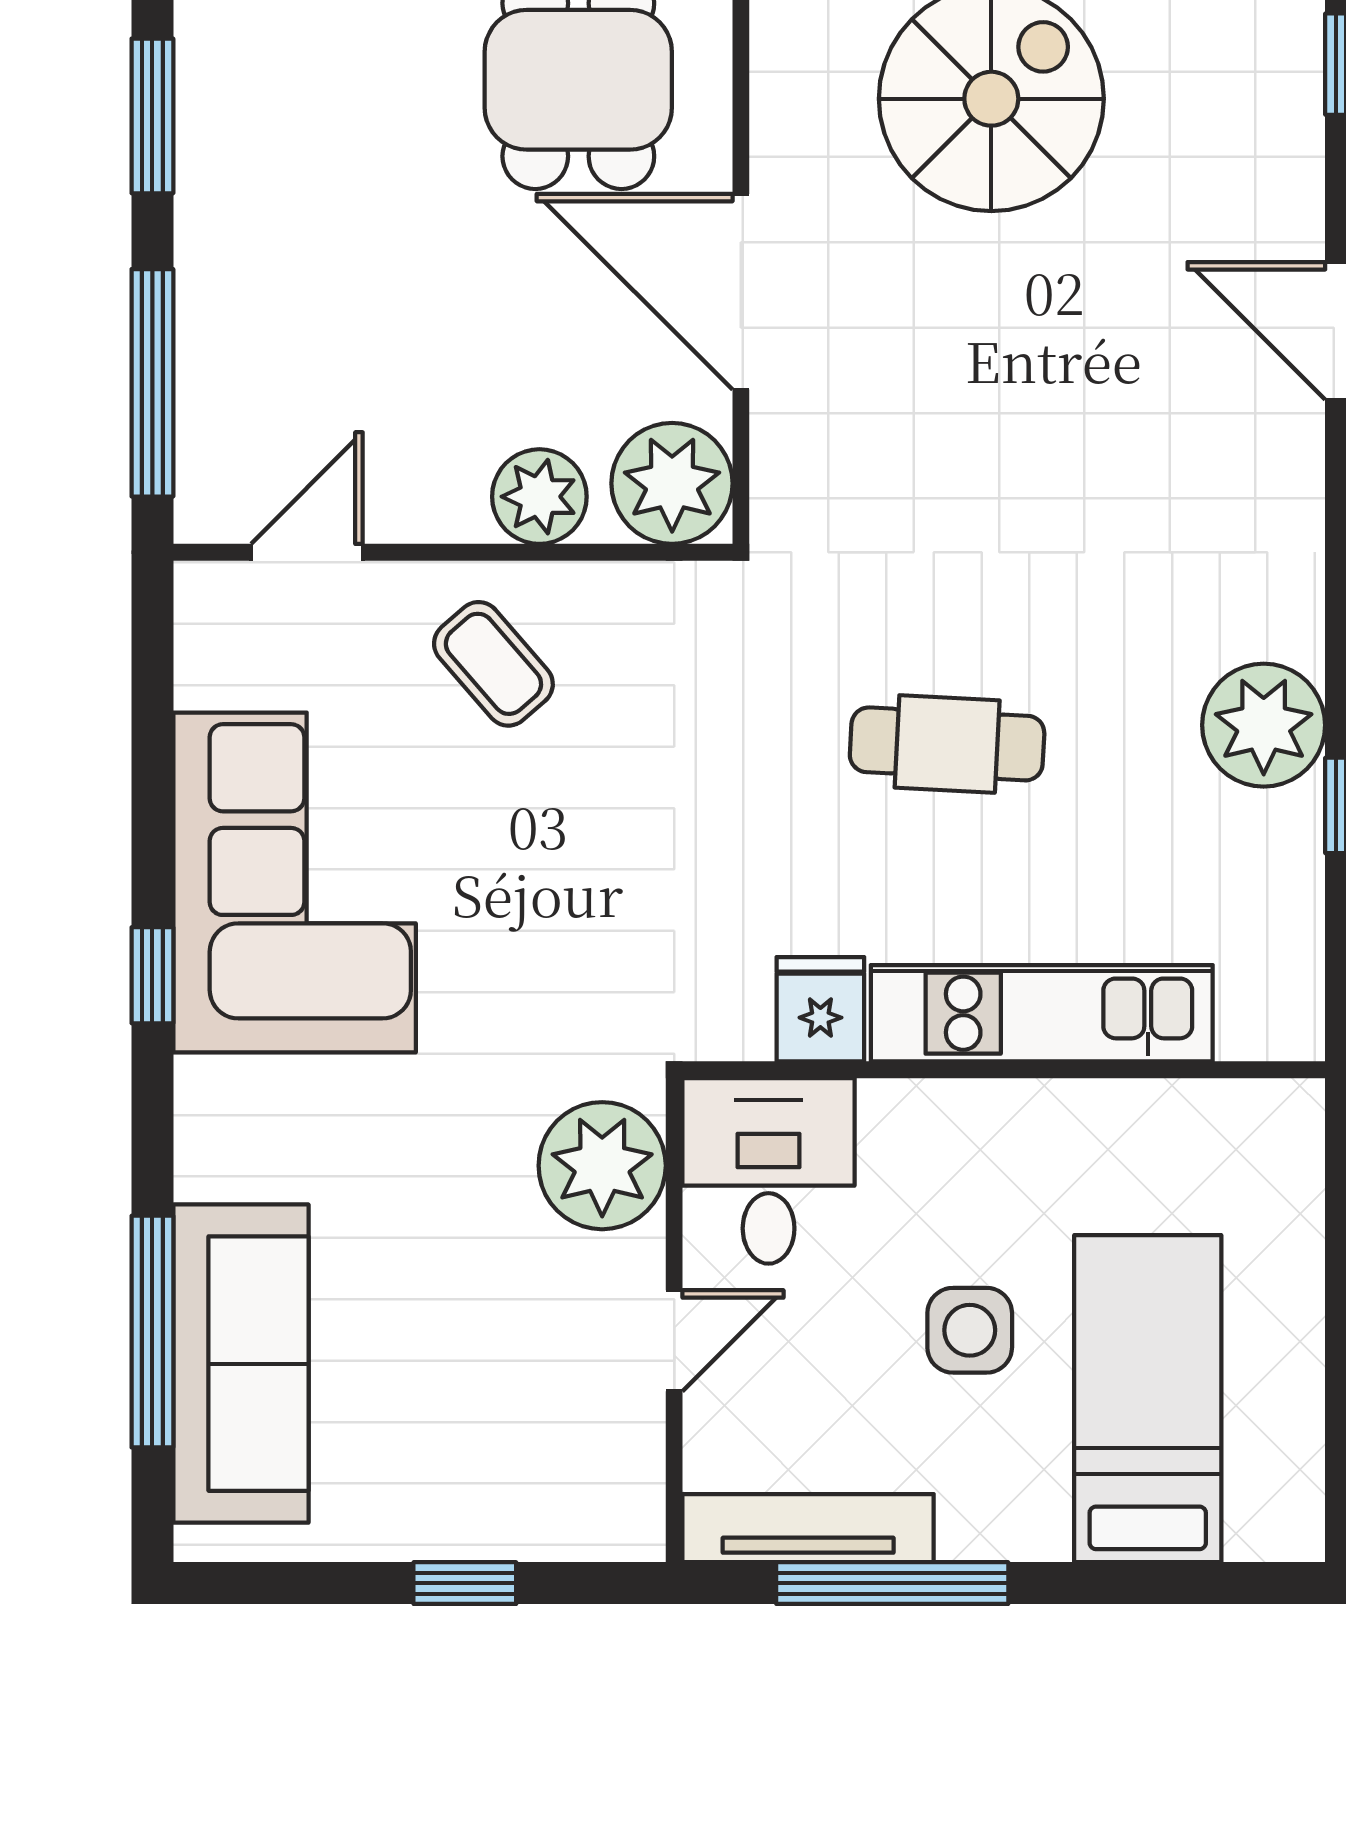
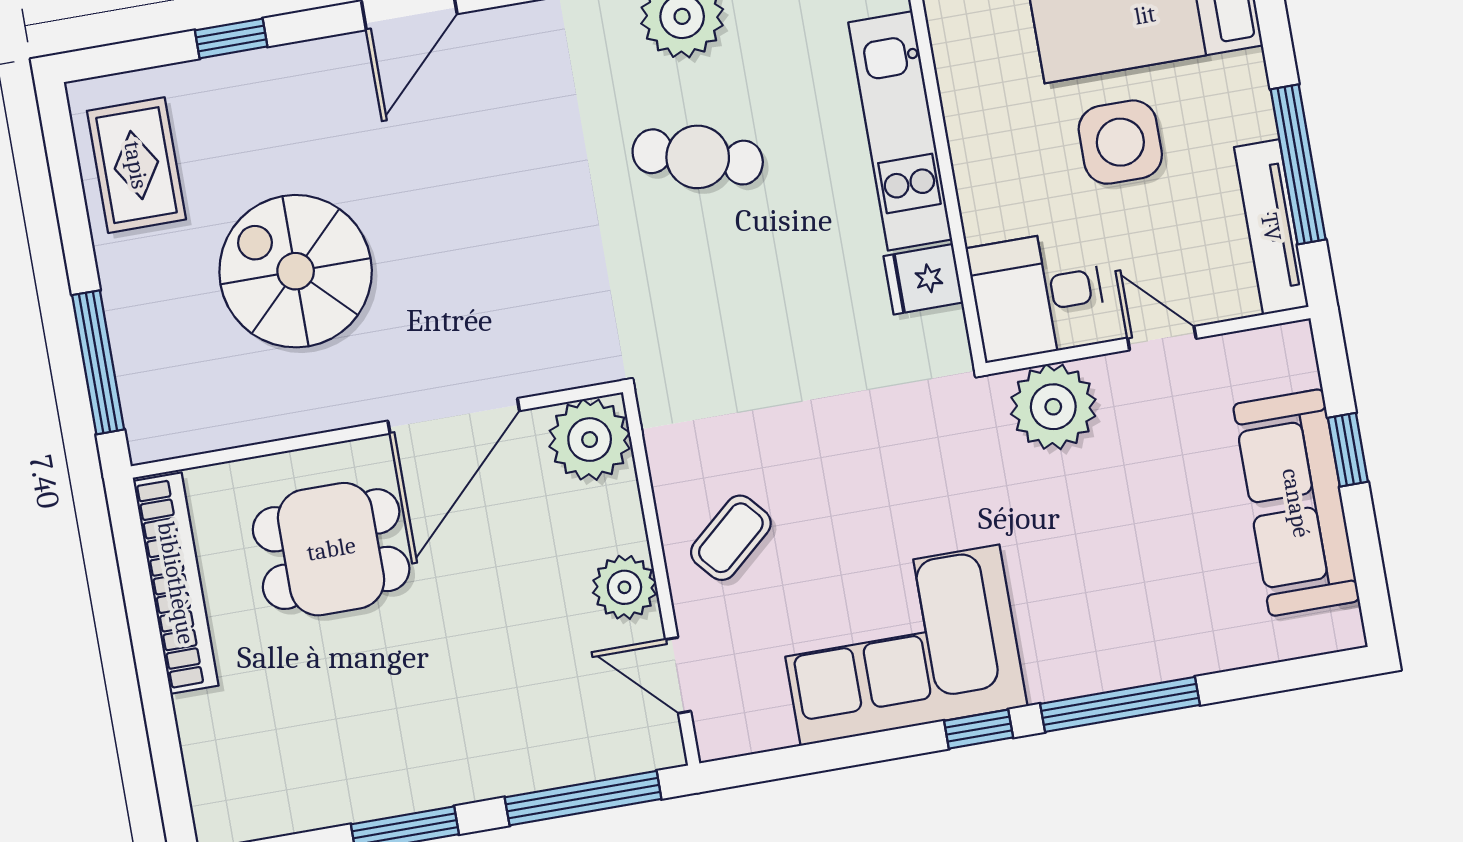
plant: (539, 497) -> (624, 587), moved
cafe table: (947, 744) -> (698, 157), moved, turned -76
side table: (970, 1330) -> (1120, 142), width x1.37, depth x1.37
window: (152, 1332) -> (1120, 704), moved
sofa: (241, 1364) -> (1296, 503), moved, turned -90

